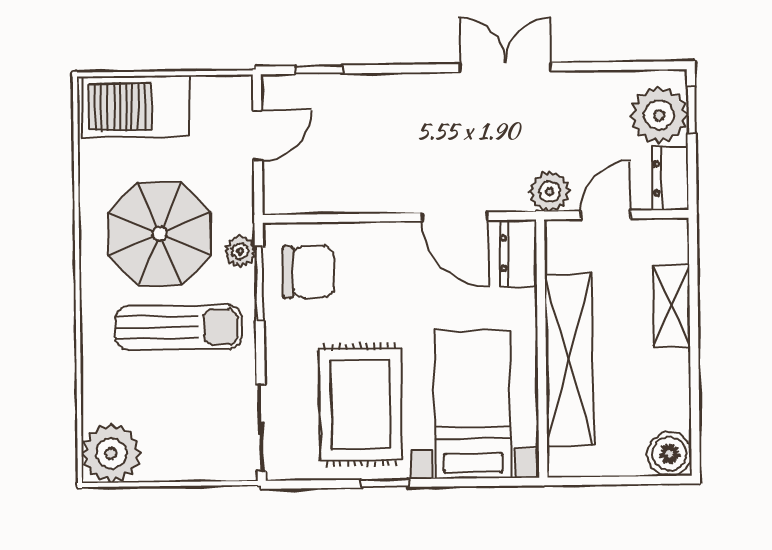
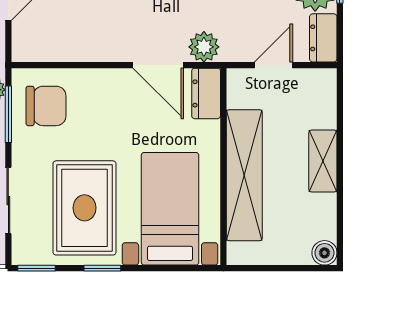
plant: (550, 191) -> (204, 47), moved
shelving: (671, 306) -> (323, 161), moved
sliding door: (261, 428) -> (8, 201), moved
boiler: (669, 454) -> (324, 253), width x0.73, depth x0.73
window: (299, 484) -> (37, 268), added

